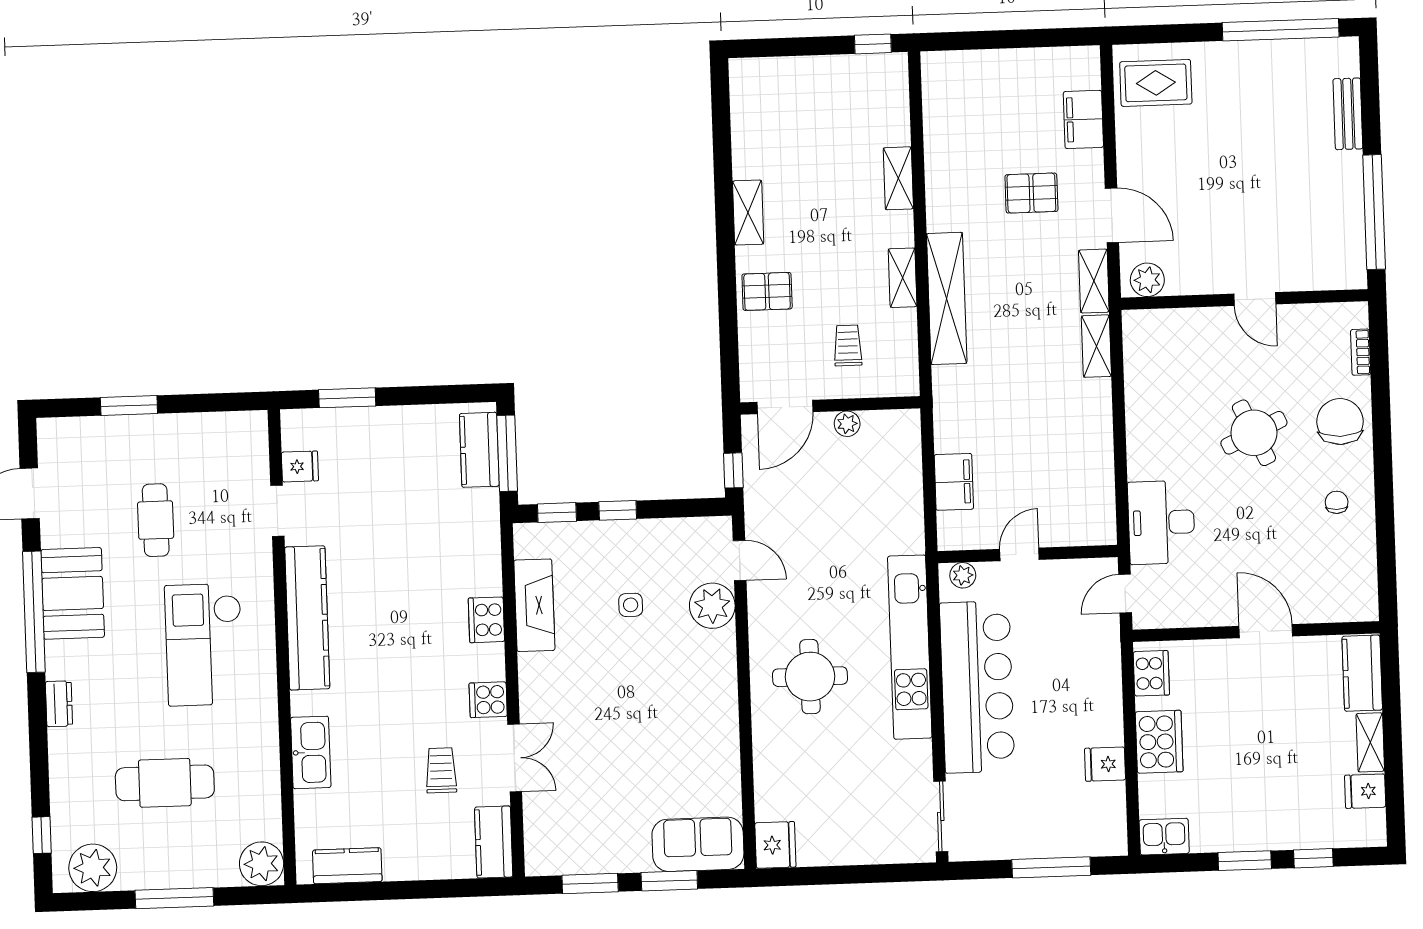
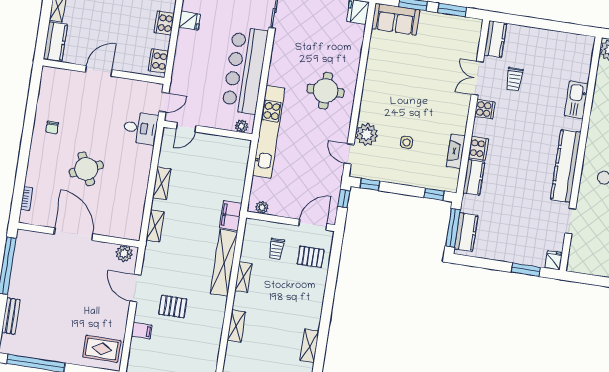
filing cabinet: (1083, 119) -> (142, 331), width x0.50
shelving: (748, 213) -> (309, 346), moved
shelving: (1094, 281) -> (162, 183), moved
pallet: (767, 291) -> (311, 257), moved
door: (1255, 299) -> (73, 234), width x1.88
chair: (1340, 421) -> (43, 166), removed
plant: (847, 424) -> (262, 207), moved
fridge: (300, 466) -> (554, 260), moved, turned 90
filing cabinet: (954, 482) -> (231, 216), moved
window: (618, 510) -> (370, 184), moved
desk: (1161, 522) -> (141, 128), width x0.73
door: (1019, 554) -> (186, 127), moved
fireplace: (534, 605) -> (456, 151), width x0.73, depth x0.76
door: (1266, 631) -> (99, 71), swing flipped
kitchen unit: (910, 647) -> (269, 132), moved
cooker: (1159, 742) -> (164, 23), width x0.73, depth x0.76
kitchen counter: (347, 866) -> (474, 177), moved, turned -90

